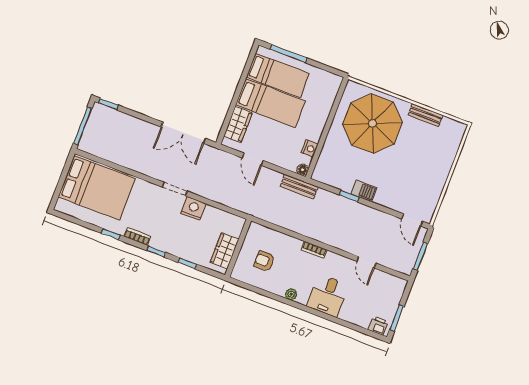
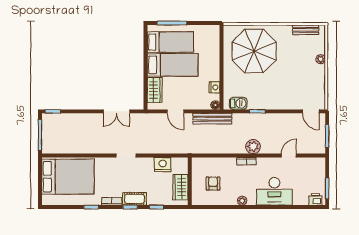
bench: (425, 115) -> (306, 30), moved
double door: (183, 133) -> (117, 111), width x0.73
plant: (447, 163) -> (321, 59), added
bench: (299, 187) -> (212, 119), width x1.36
barbecue: (364, 191) -> (238, 103), moved
nightstand: (193, 208) -> (163, 165), moved
plant: (328, 235) -> (253, 147), added
cot: (165, 244) -> (134, 199), added
armchair: (265, 261) -> (213, 183), turned 90
door: (366, 262) -> (289, 156), swing flipped
desk: (328, 296) -> (274, 191), width x1.37

